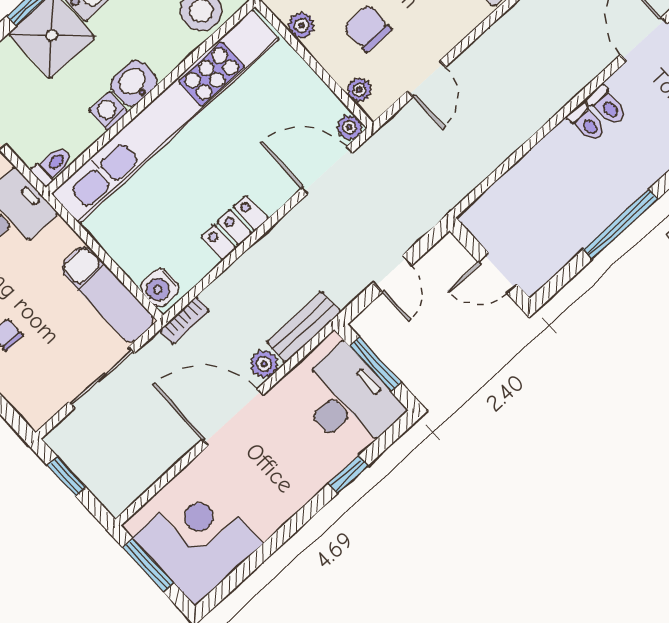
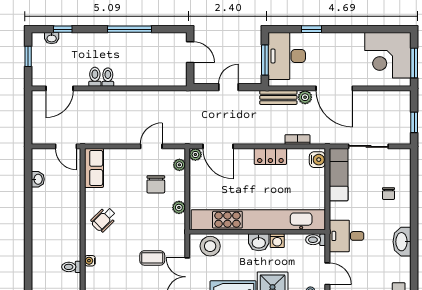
bookcase: (185, 320) -> (297, 140), moved

